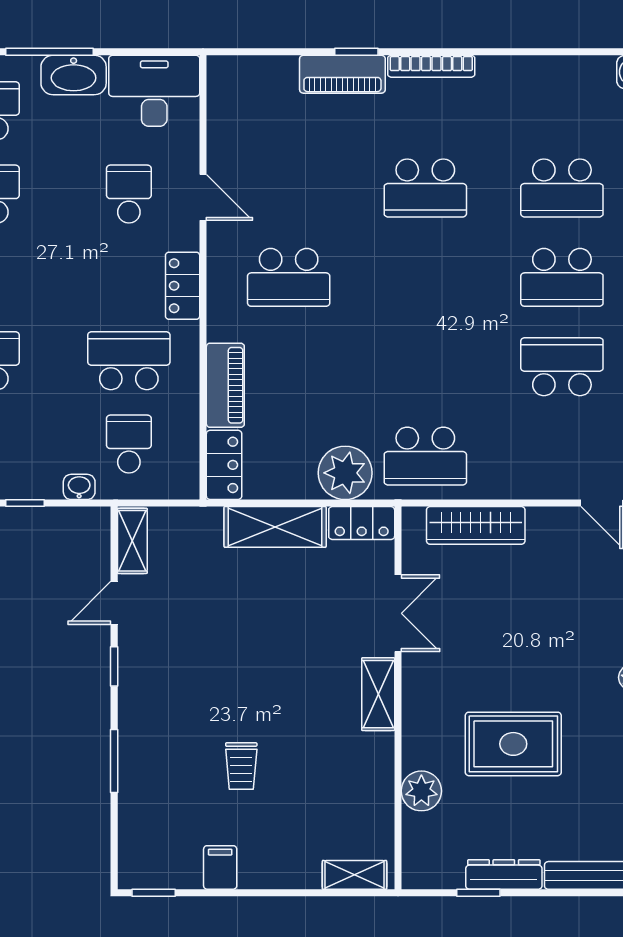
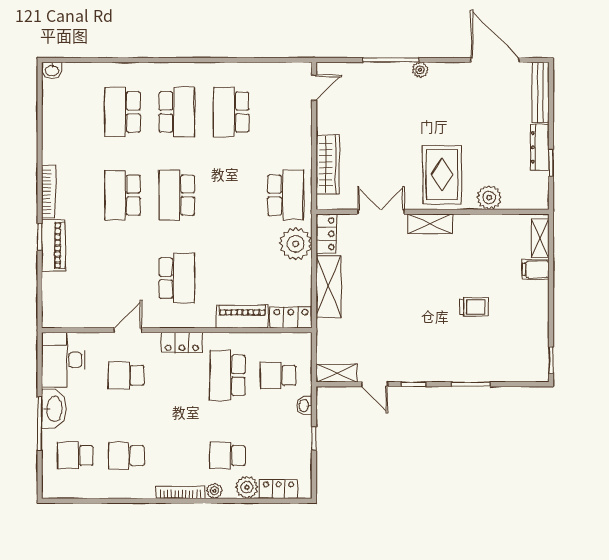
school desk: (425, 188) -> (122, 195), turned 180
school desk: (562, 188) -> (122, 112), turned 180
school desk: (425, 277) -> (177, 195), added
rug: (513, 744) -> (442, 175), moved
filing cabinet: (220, 867) -> (536, 269), moved

